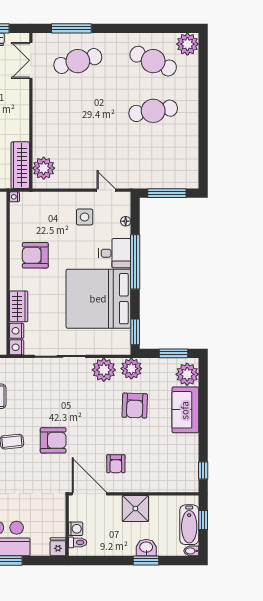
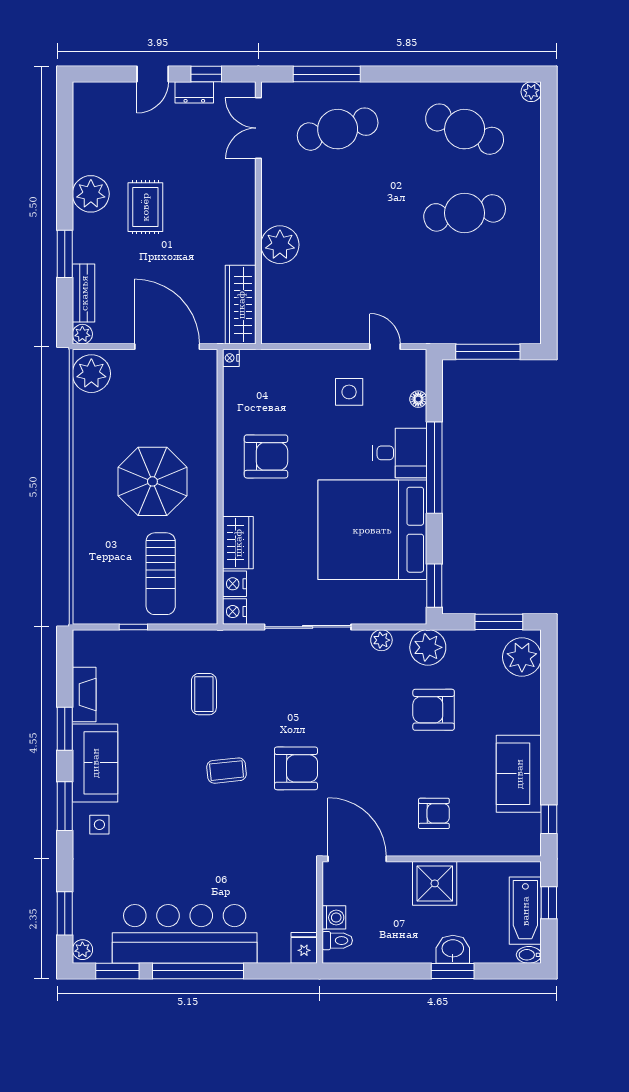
plant: (187, 44) -> (531, 92), width x0.53, depth x0.53
plant: (44, 168) -> (280, 245), moved
armchair: (35, 255) -> (266, 456), turned 180
plant: (104, 370) -> (381, 640), width x0.53, depth x0.53
armchair: (135, 406) -> (434, 710), turned 88
sofa: (185, 410) -> (519, 774), moved
armchair: (116, 464) -> (434, 813), moved, turned -90

